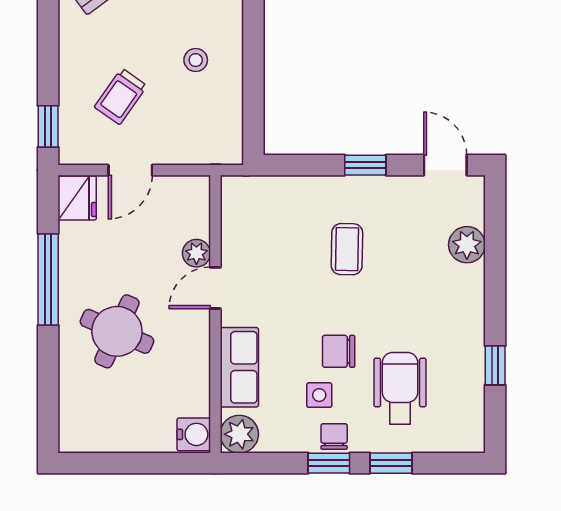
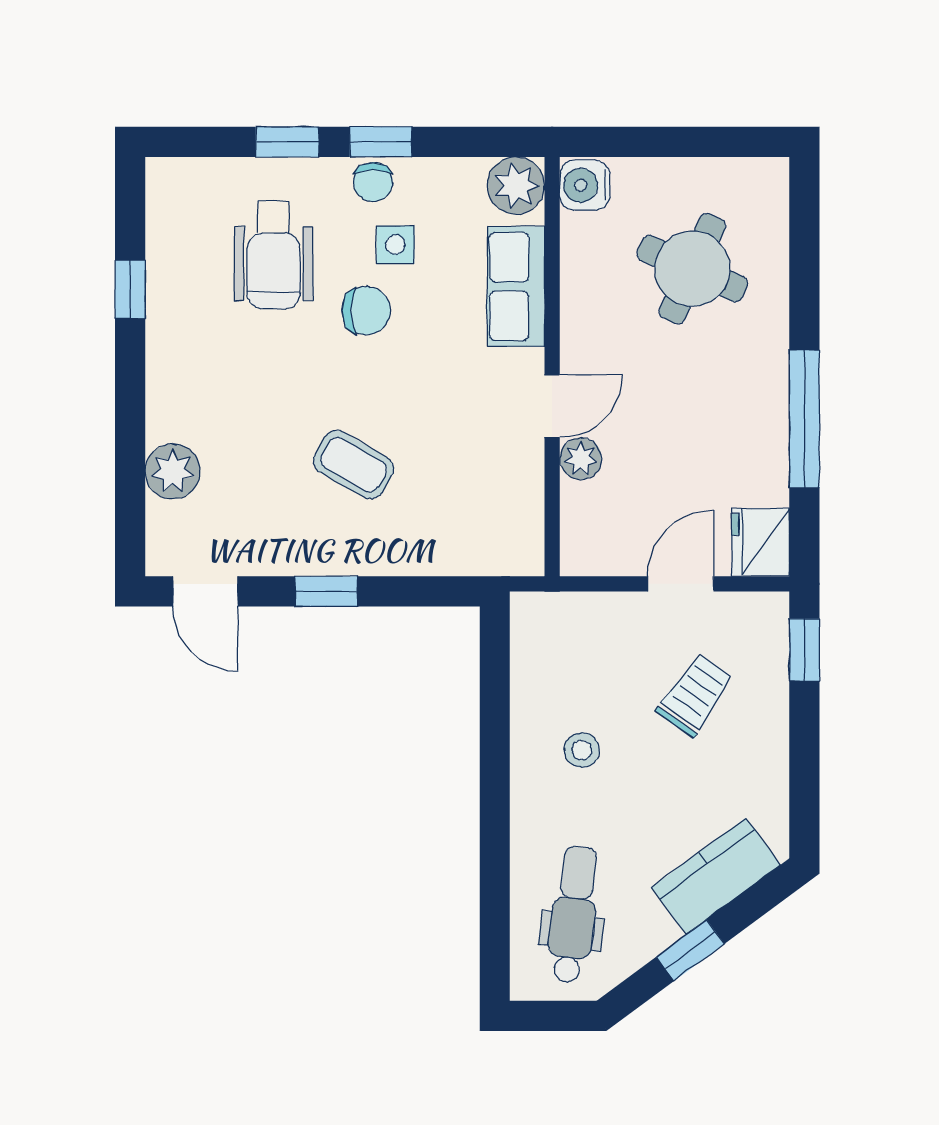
coffee table: (347, 249) -> (354, 465), turned -61
round table: (117, 331) -> (692, 269), moved

